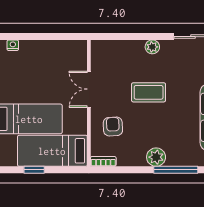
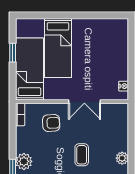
nightstand: (13, 45) -> (124, 86), moved
double door: (89, 89) -> (84, 102), swing flipped
coffee table: (149, 92) -> (82, 155), width x0.73, depth x0.77

